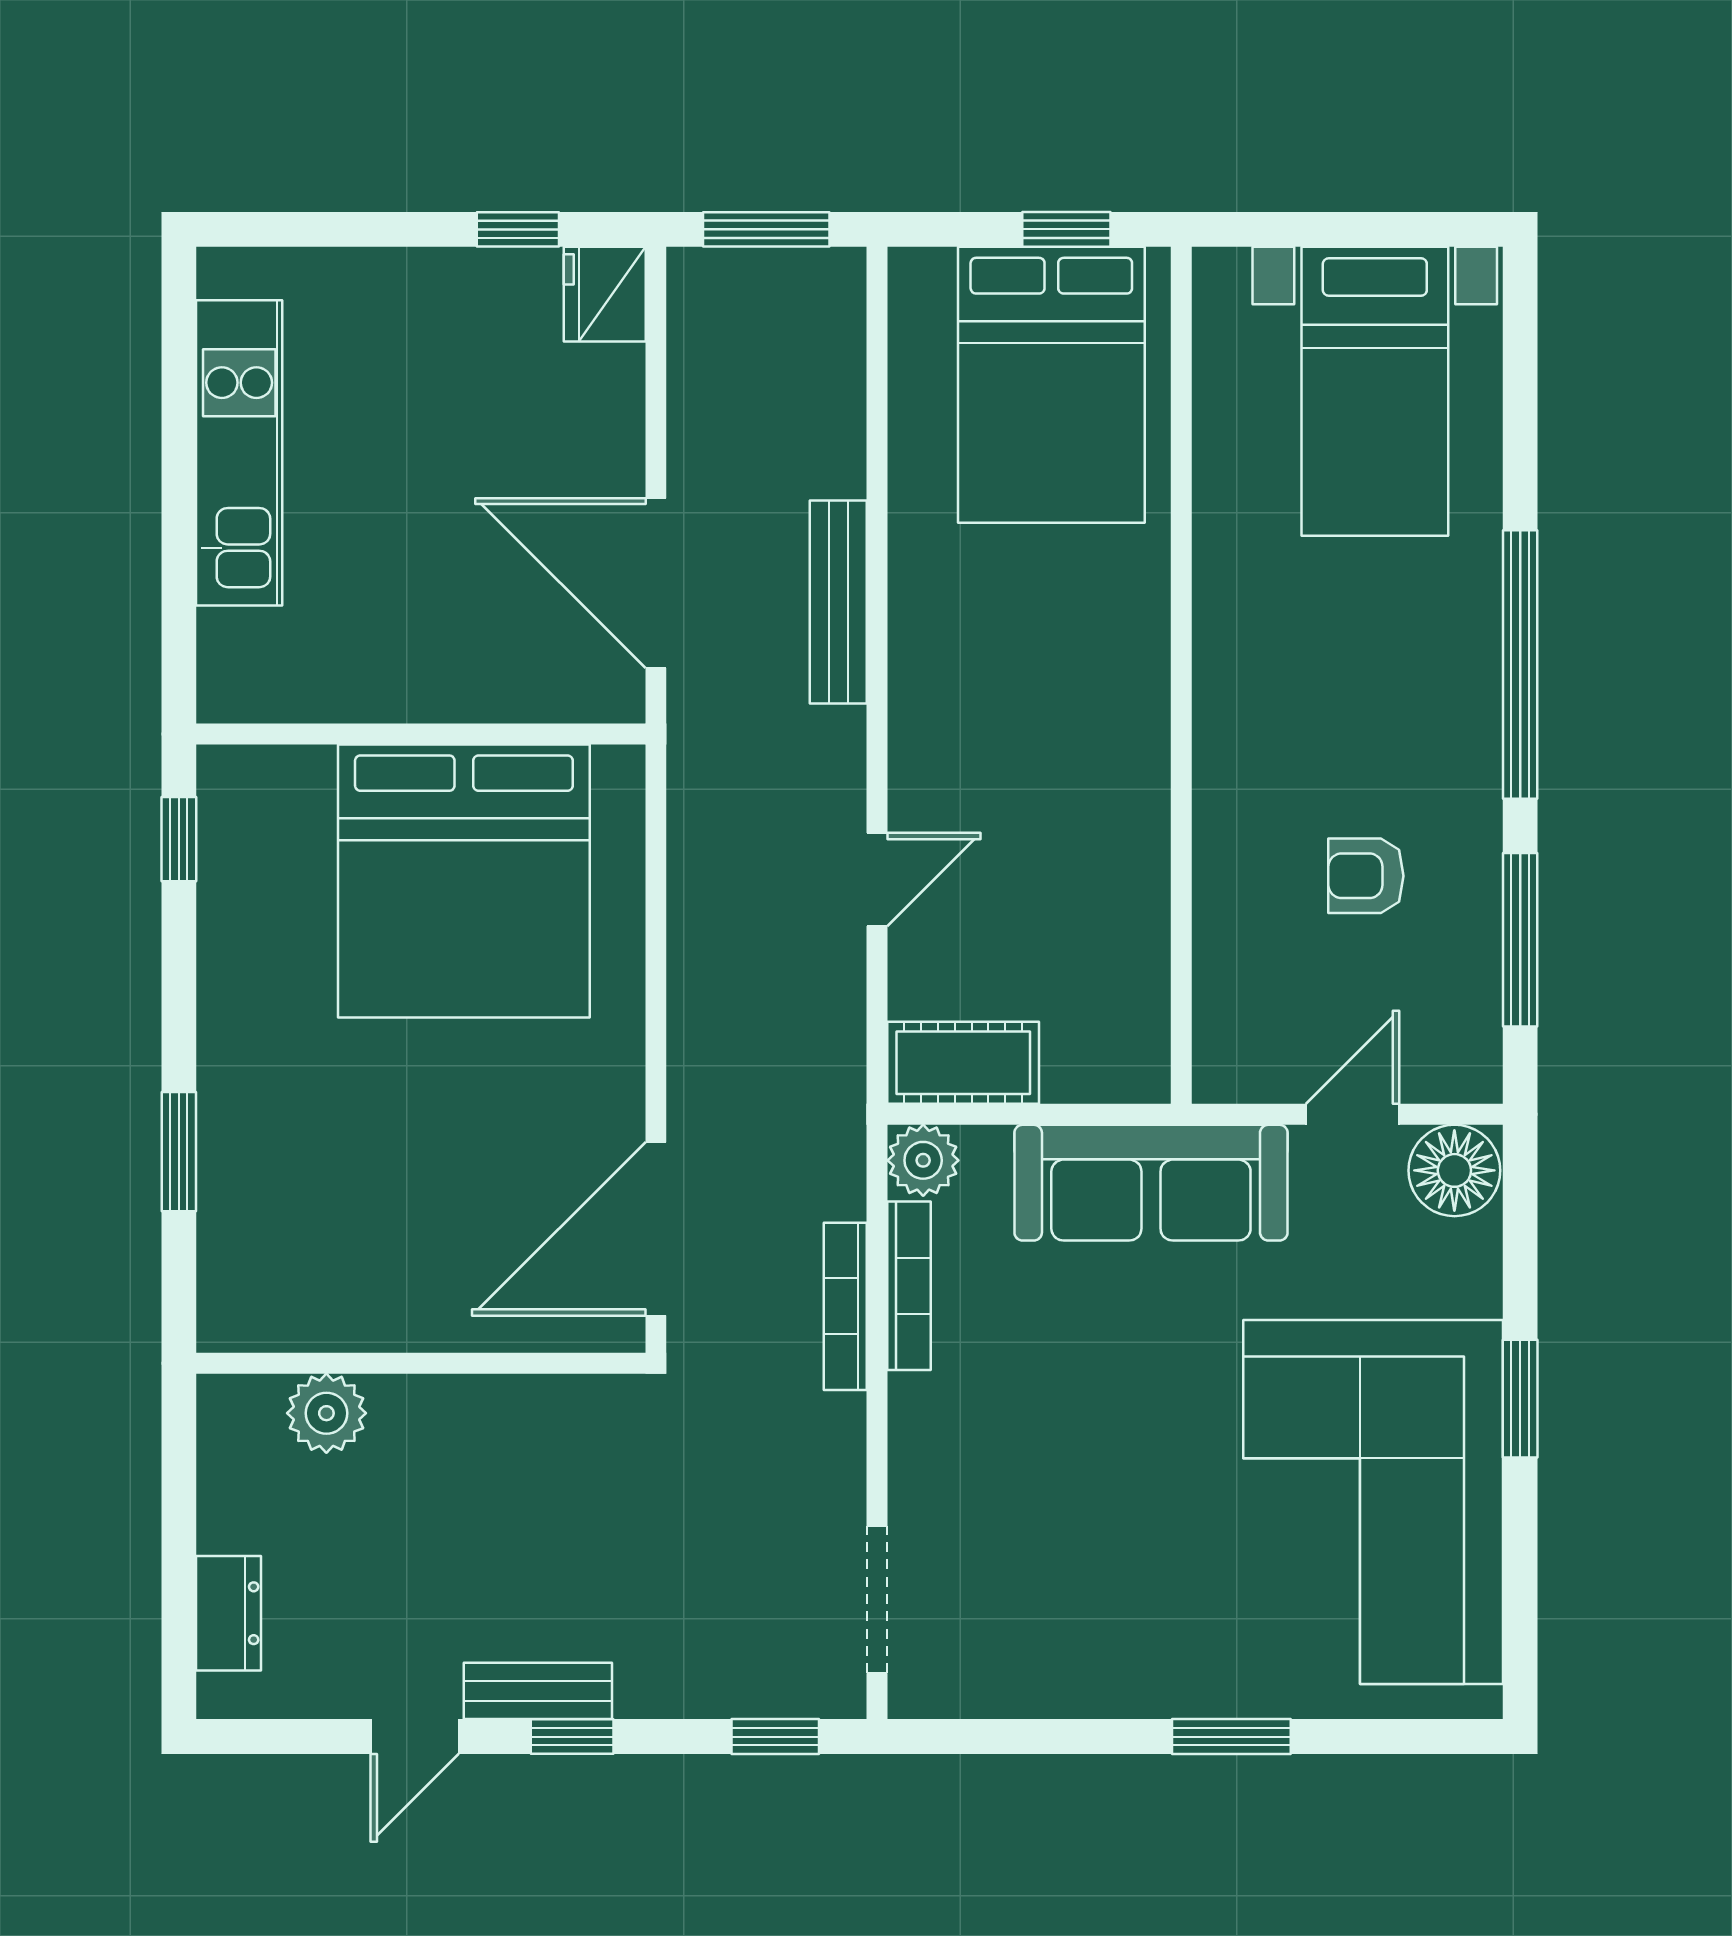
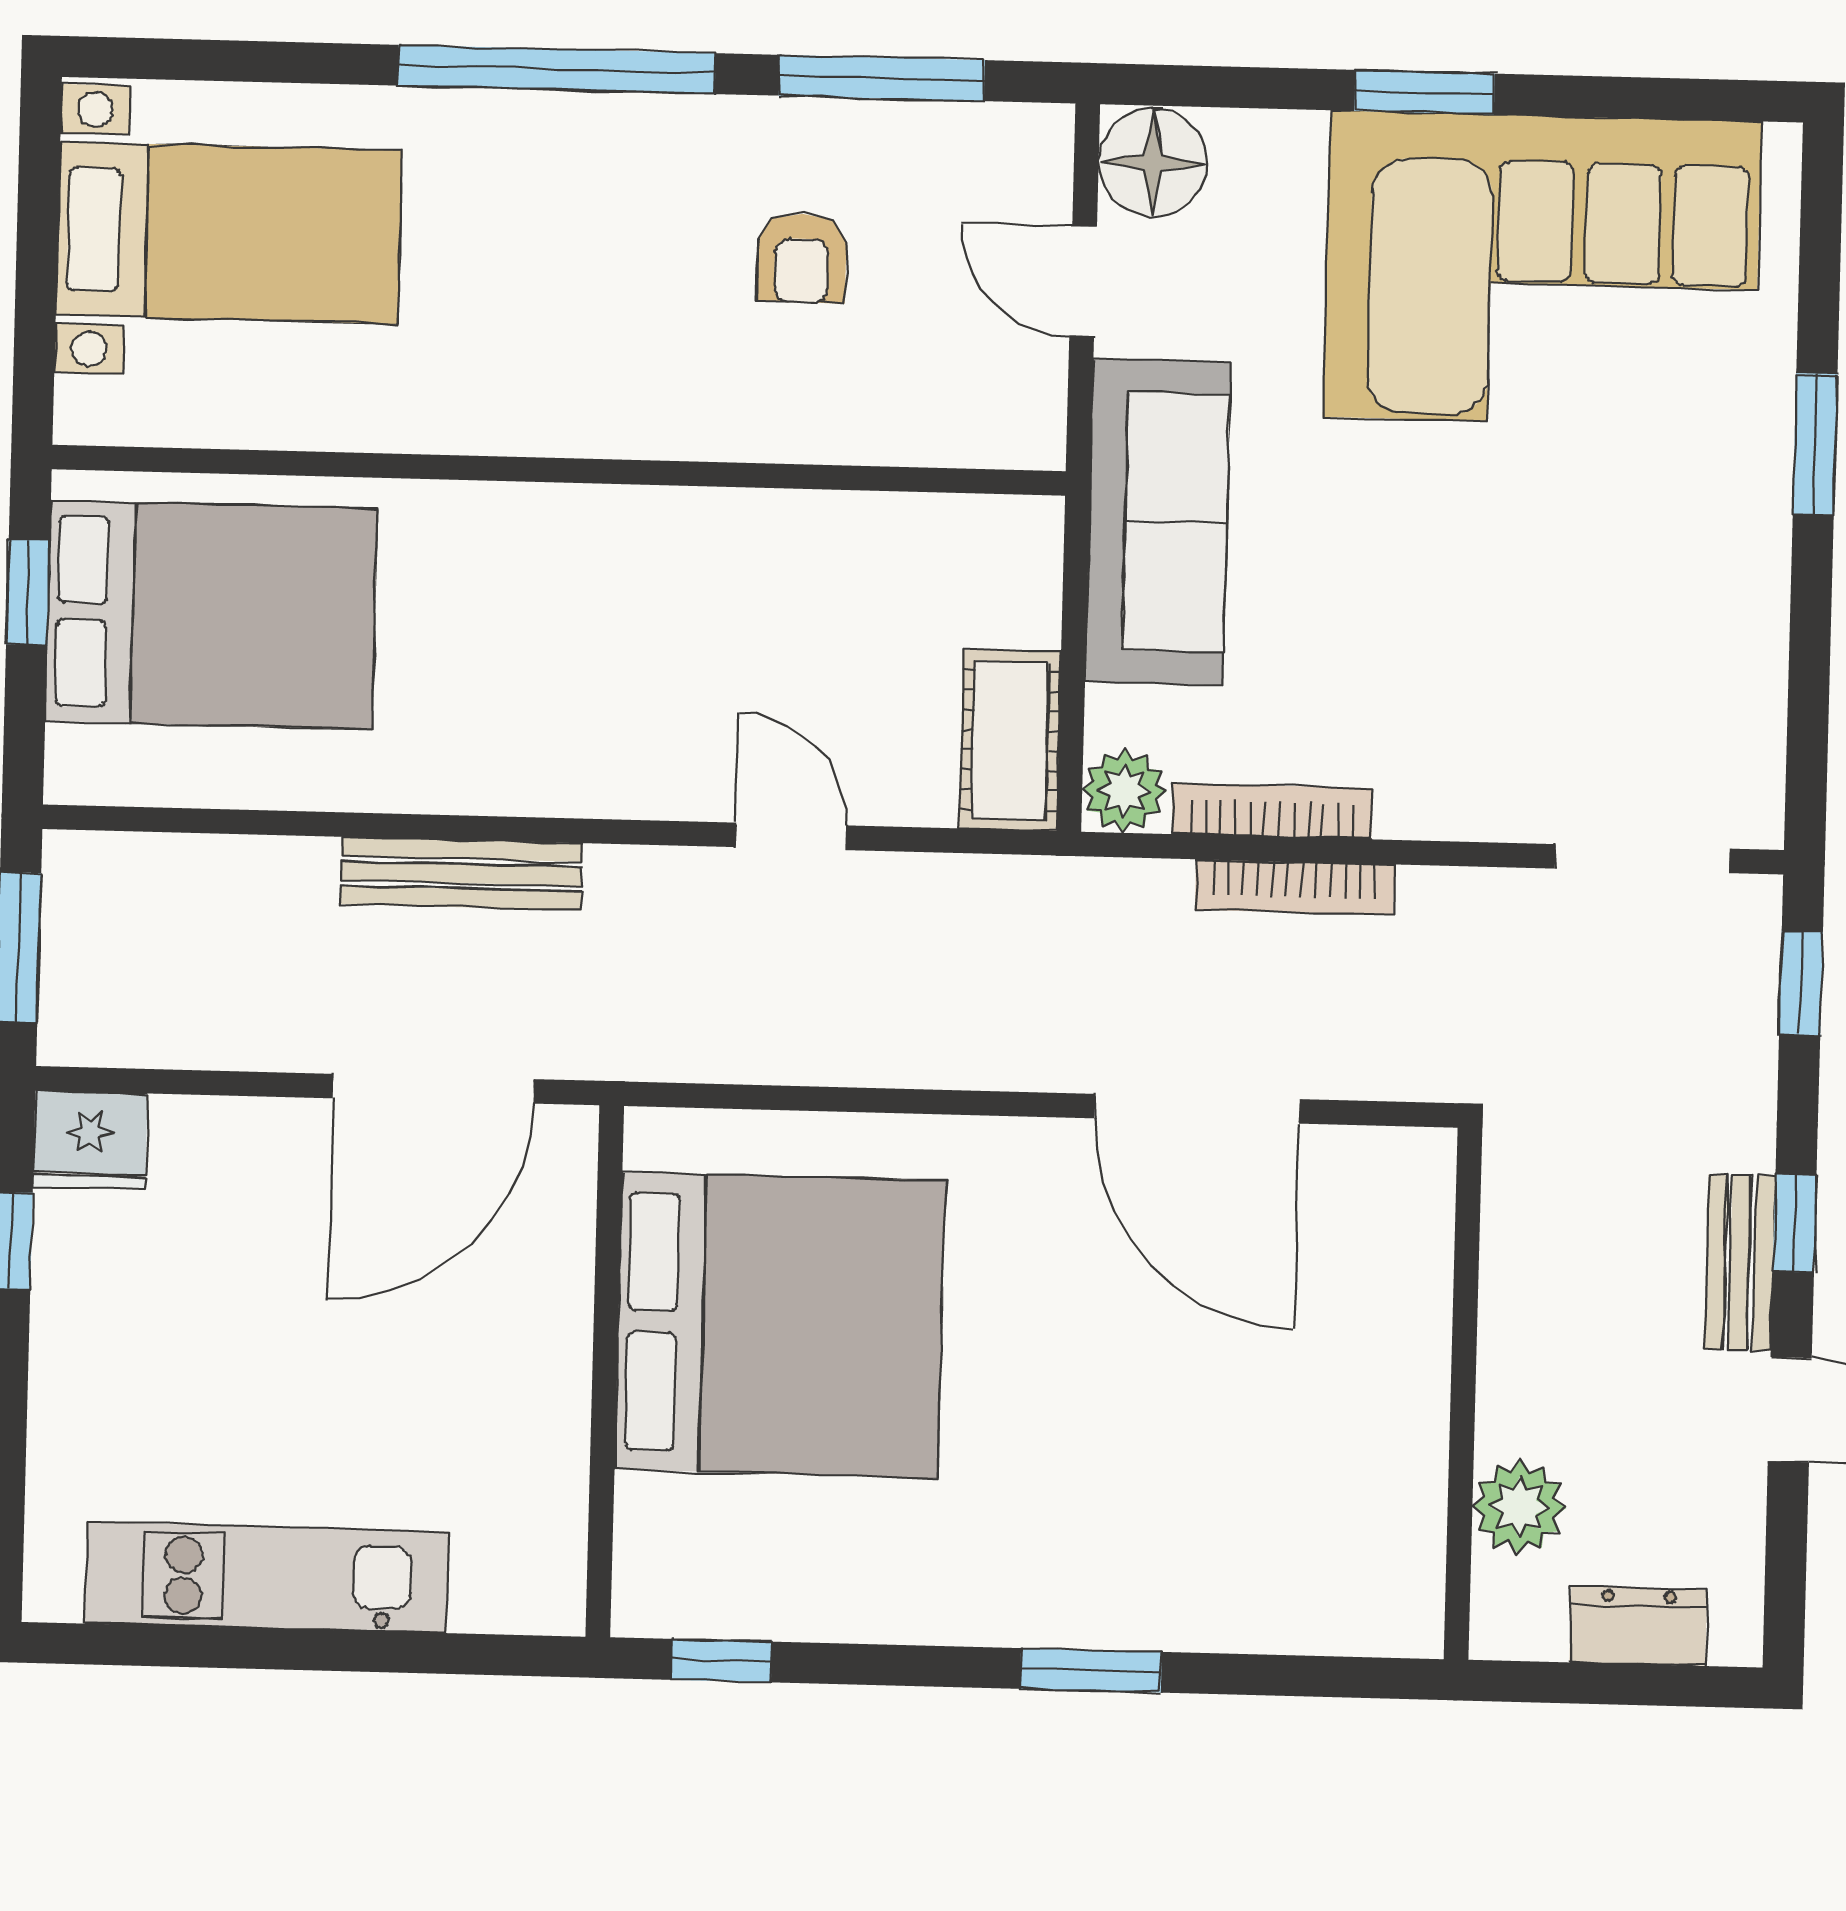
wall: (421, 1363) -> (1463, 1394), moved
plant: (326, 1413) -> (1519, 1507), moved

